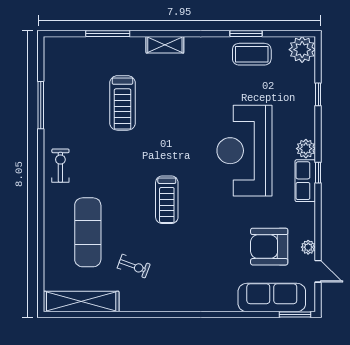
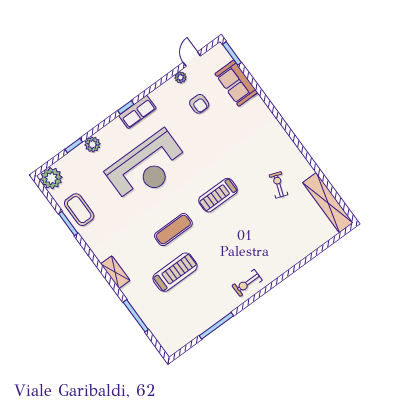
plant: (306, 149) -> (92, 144), moved
treadmill: (167, 200) -> (218, 195), turned 180
exercise mat: (88, 232) -> (173, 230), moved, width x0.73, depth x0.69
armchair: (269, 247) -> (199, 104), width x0.53, depth x0.53
sofa: (272, 297) -> (236, 83), width x0.73

